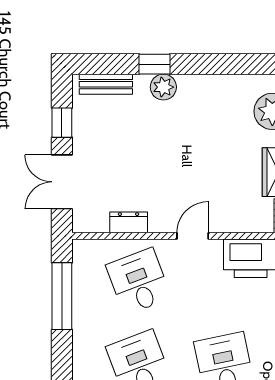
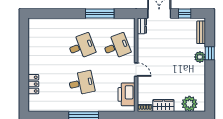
dresser: (129, 222) -> (142, 26), moved
window: (62, 296) -> (100, 14), moved

